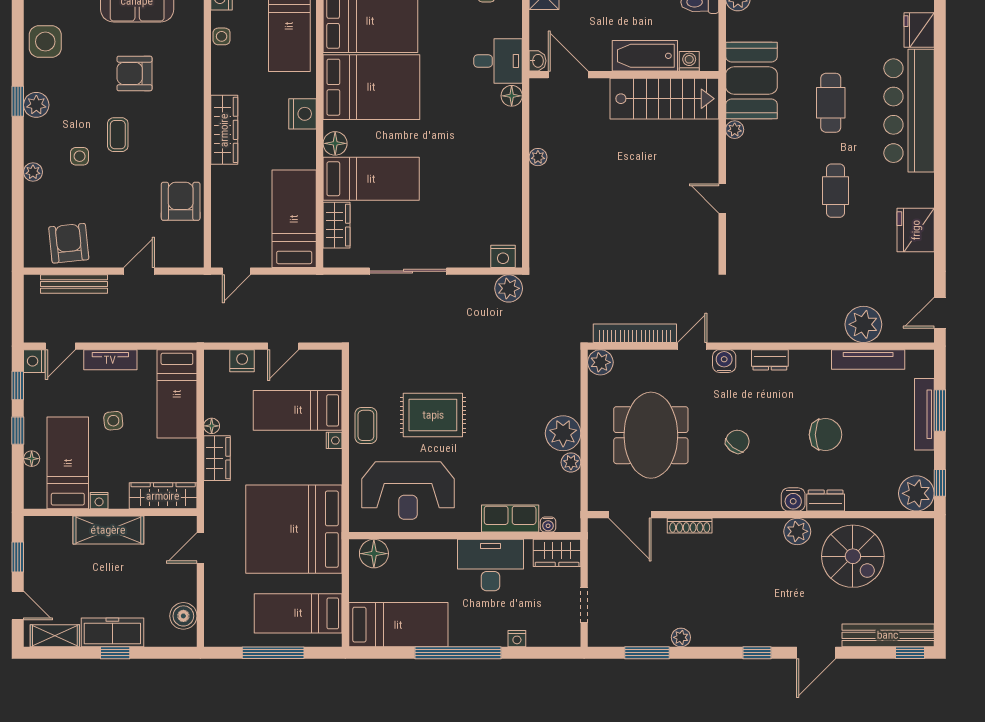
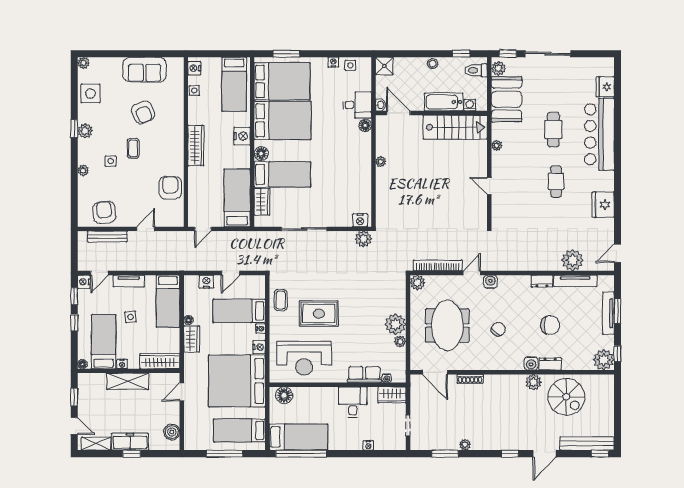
armchair: (135, 73) -> (143, 112), turned -112
booth: (751, 81) -> (507, 99), moved
dresser: (770, 360) -> (542, 281), moved
coffee table: (366, 425) -> (281, 300), moved
floor lamp: (32, 459) -> (82, 364), moved
nightstand: (332, 472) -> (259, 347), added
desk: (490, 565) -> (353, 402), width x0.73
window: (458, 653) -> (301, 454), moved

